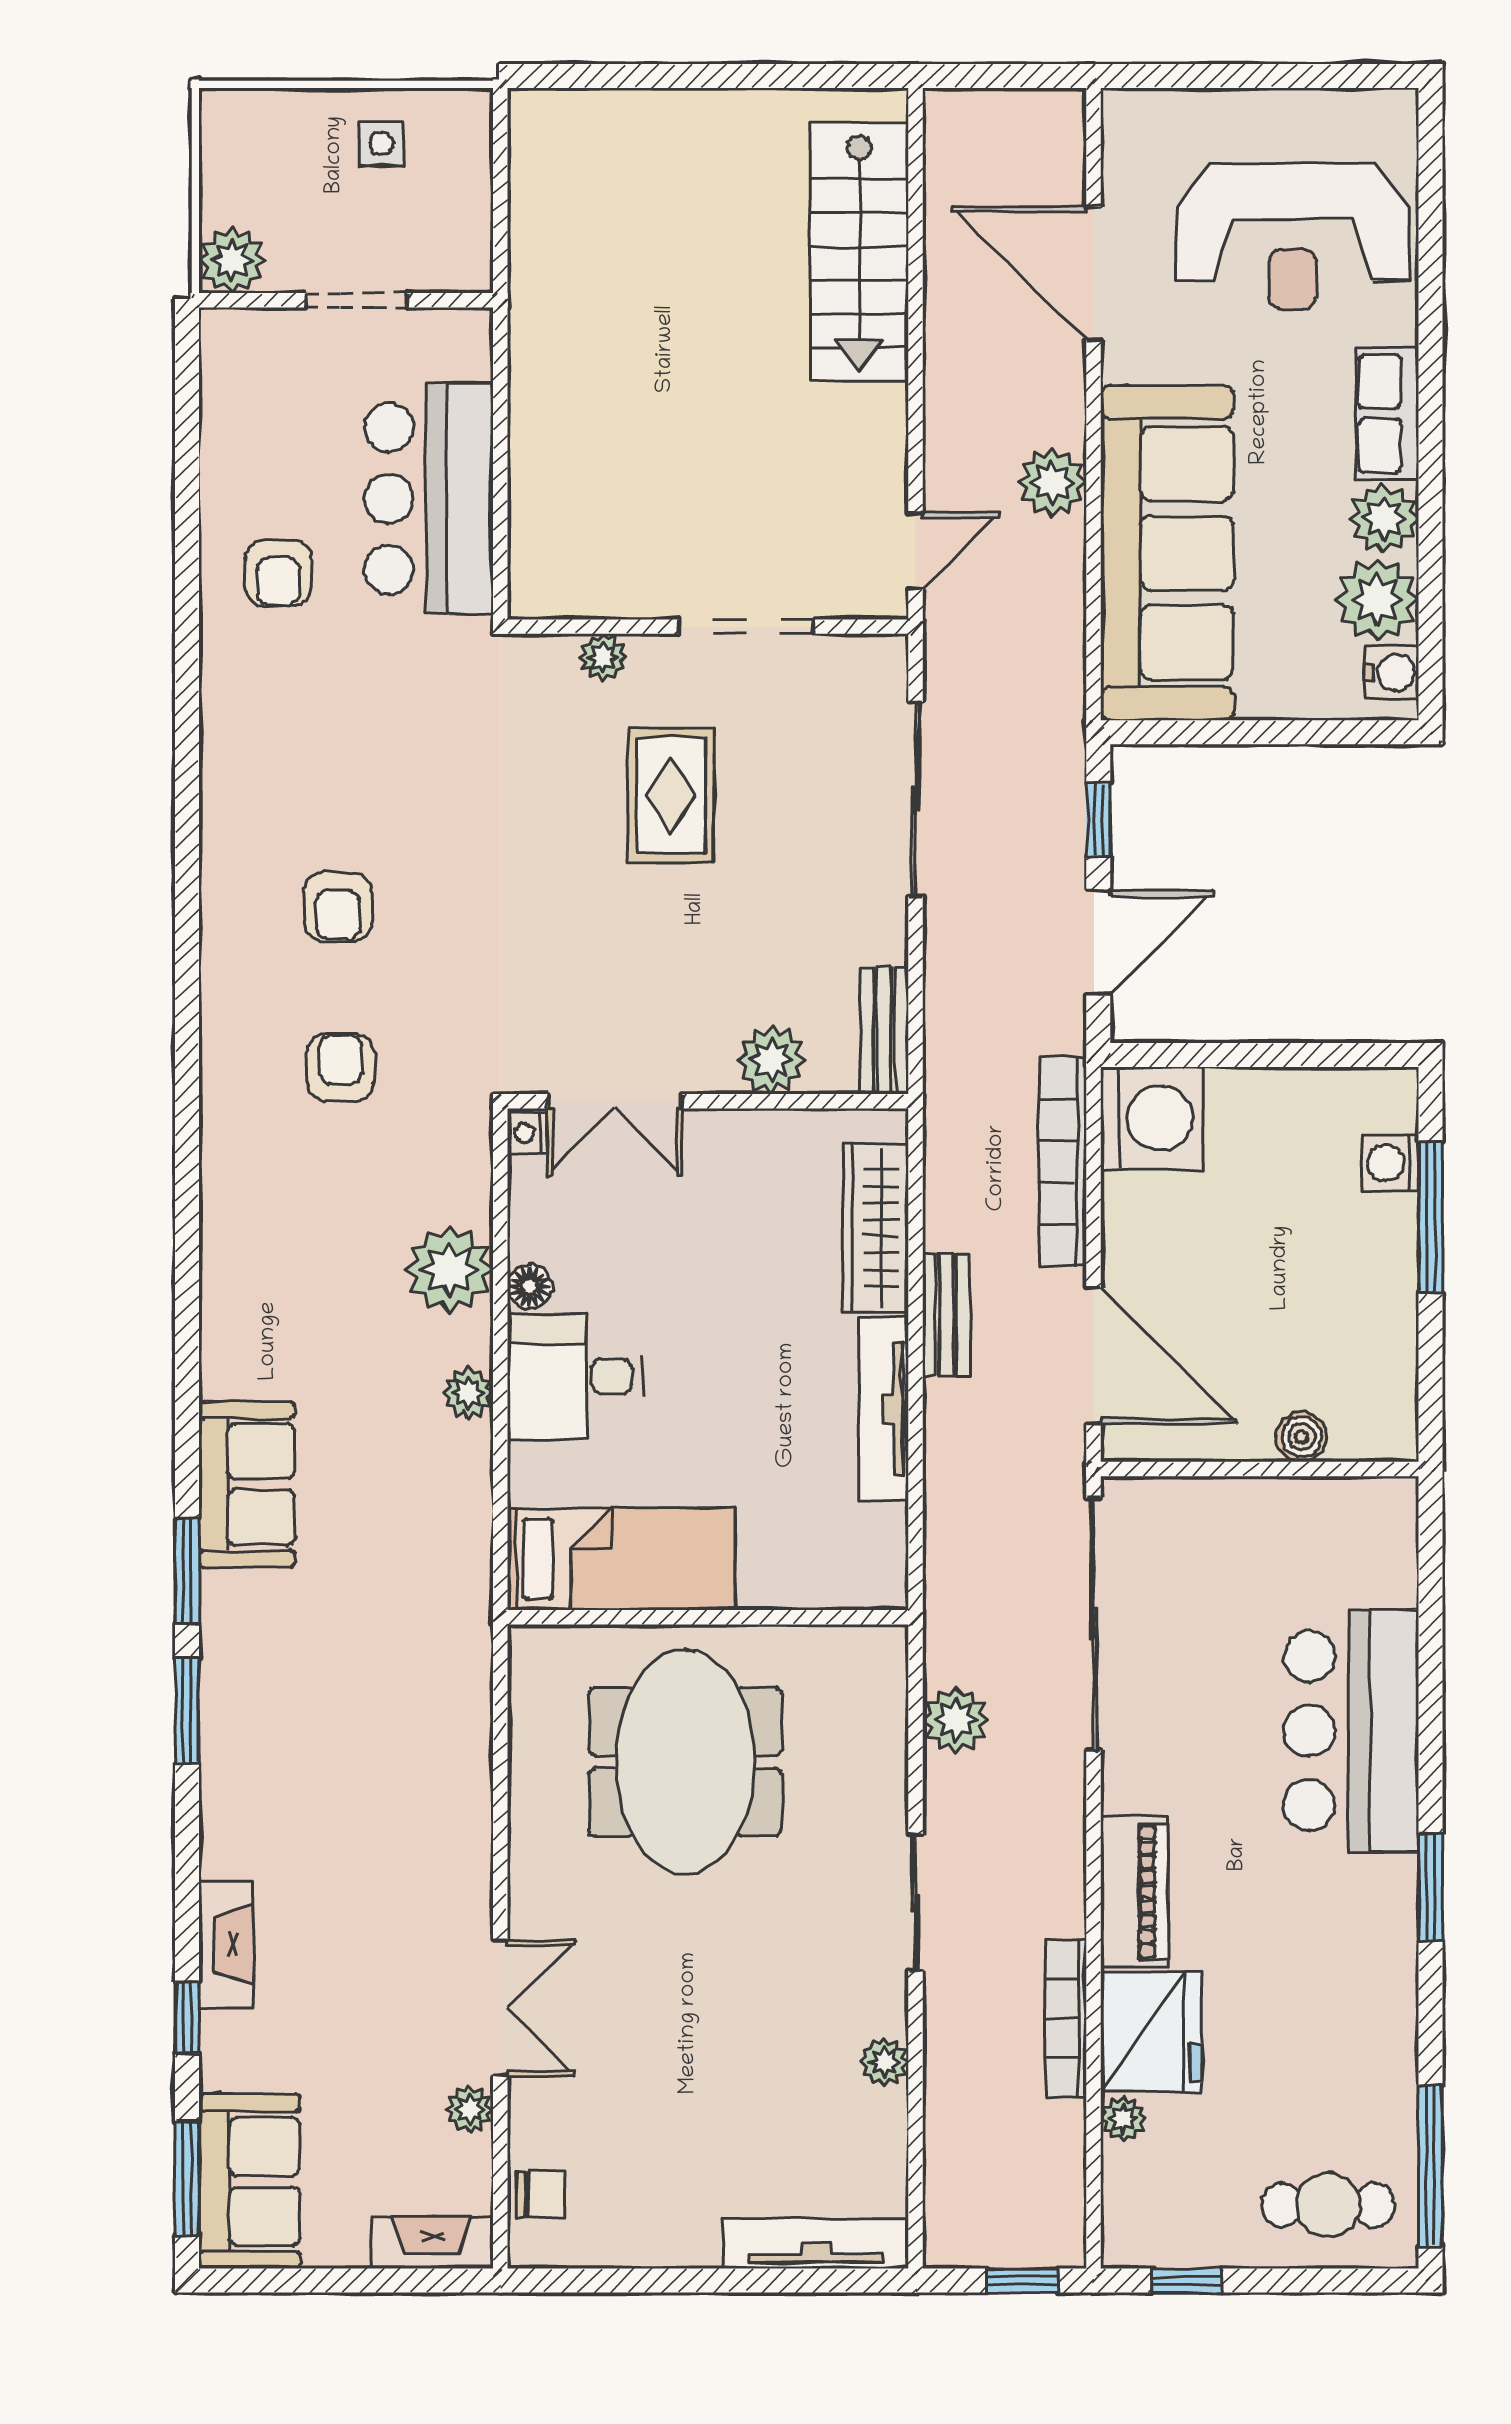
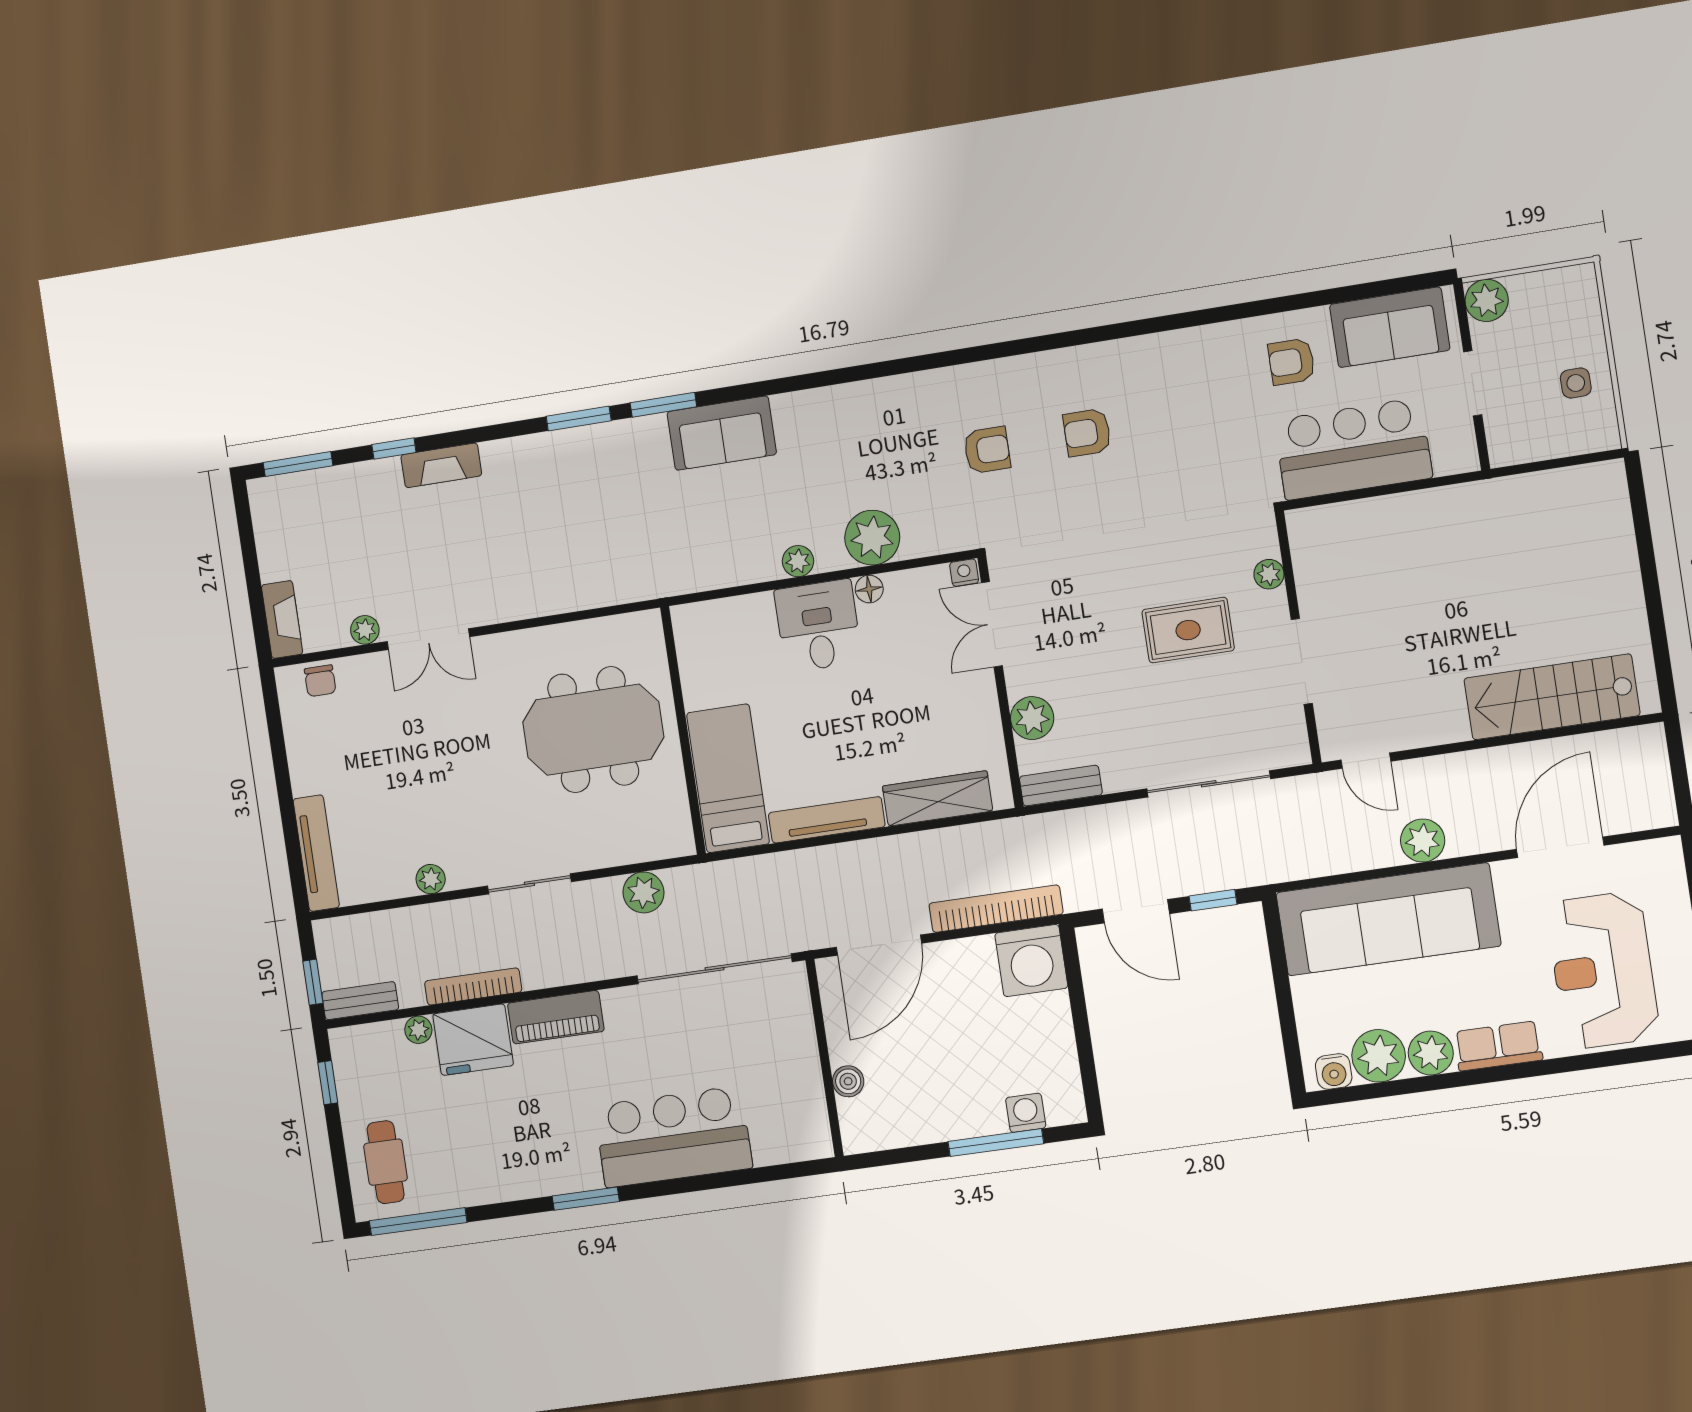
bench: (946, 1315) -> (360, 1001), moved
bed: (621, 1559) -> (728, 778), moved, turned 180
sofa: (249, 2181) -> (1390, 327), moved

